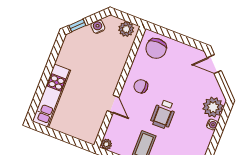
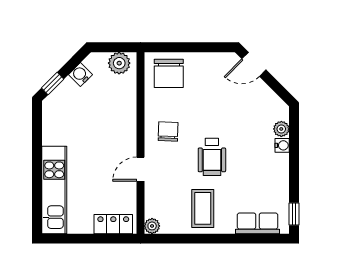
chair: (141, 86) -> (168, 131), turned 92
door: (113, 104) -> (140, 169), swing flipped
plant: (213, 107) -> (281, 129), width x0.53, depth x0.53
locker: (81, 133) -> (113, 224), added

